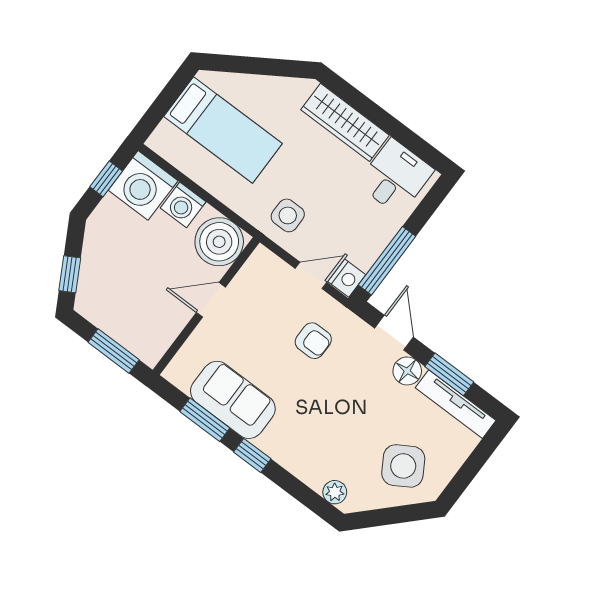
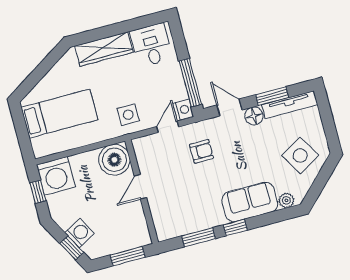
washing machine: (183, 205) -> (80, 233), moved, turned -119
sofa: (233, 400) -> (250, 202), moved

